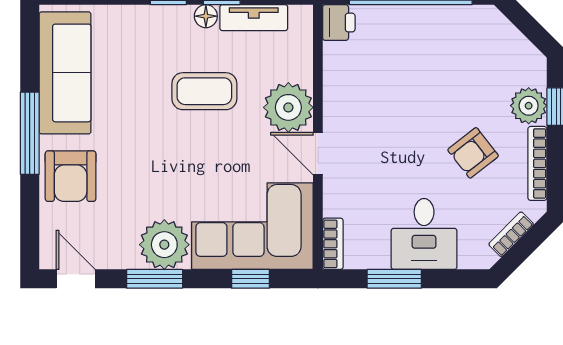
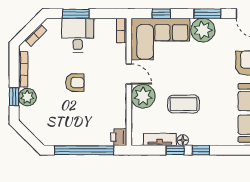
armchair: (473, 153) -> (75, 83), moved, turned 38
window: (394, 279) -> (76, 14), moved

